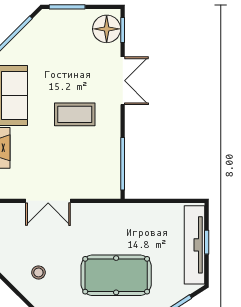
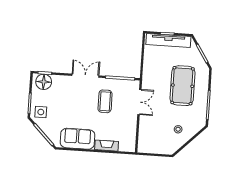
side table: (53, 27) -> (41, 112), added
double door: (123, 81) -> (85, 76), moved
coffee table: (75, 114) -> (105, 101), moved
double door: (48, 201) -> (139, 102), moved

